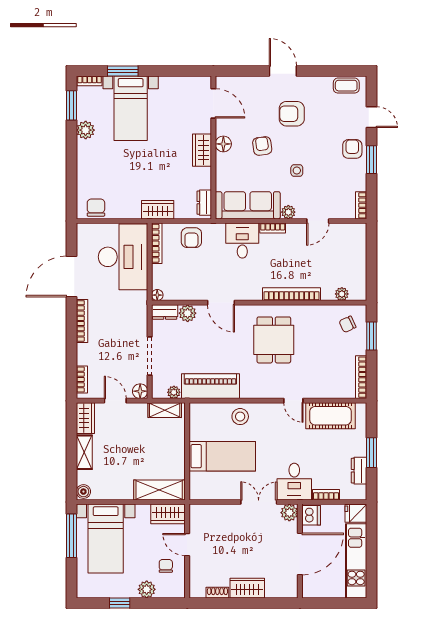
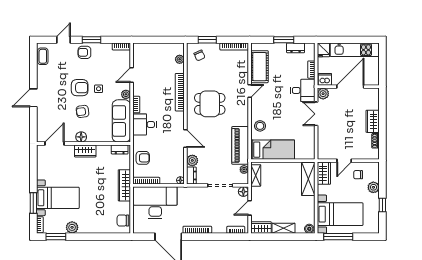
armchair: (292, 114) -> (80, 88), moved, turned -90
wardrobe: (158, 210) -> (124, 185), width x1.50
door: (318, 221) -> (132, 75), swing flipped
door: (221, 303) -> (185, 138), hinge flipped
bed: (222, 456) -> (273, 150), moved, turned 90
door: (300, 554) -> (350, 87), hinge flipped

